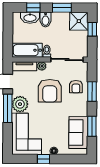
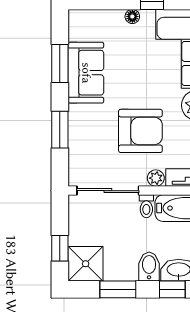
armchair: (76, 87) -> (91, 139), removed
armchair: (50, 91) -> (140, 131), turned 90
sofa: (78, 133) -> (86, 73), moved

